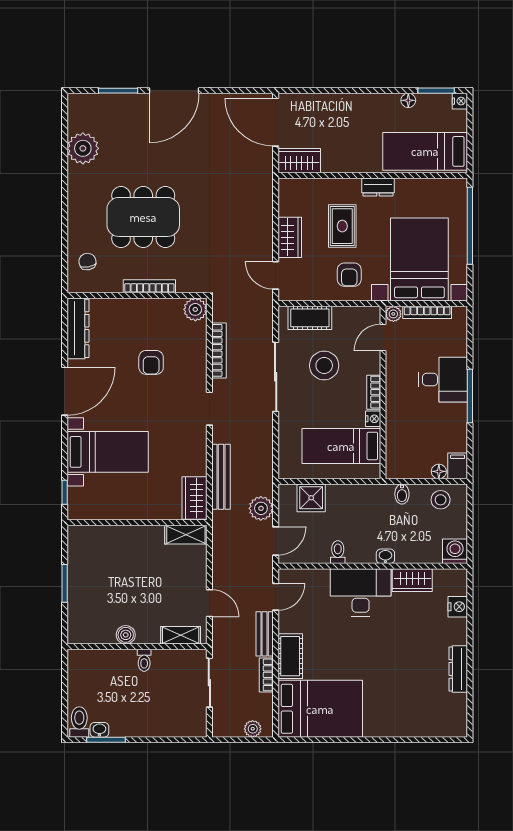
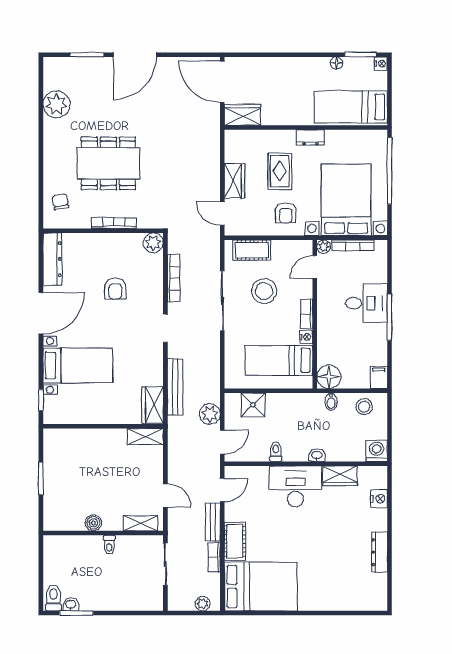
floor lamp: (439, 471) -> (329, 377), moved, width x1.89, depth x1.89

